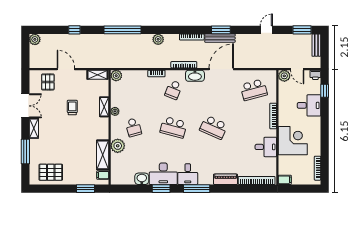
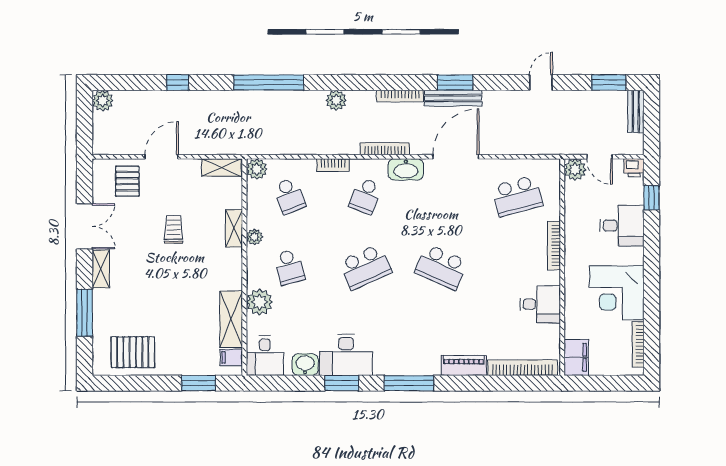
door: (66, 69) -> (161, 157), hinge flipped
school desk: (133, 90) -> (289, 196), added
school desk: (174, 127) -> (365, 267), turned -39
corner desk: (293, 141) -> (617, 293), moved, turned 180
desk: (188, 174) -> (265, 356), moved
filing cabinet: (285, 180) -> (576, 357), width x2.00

